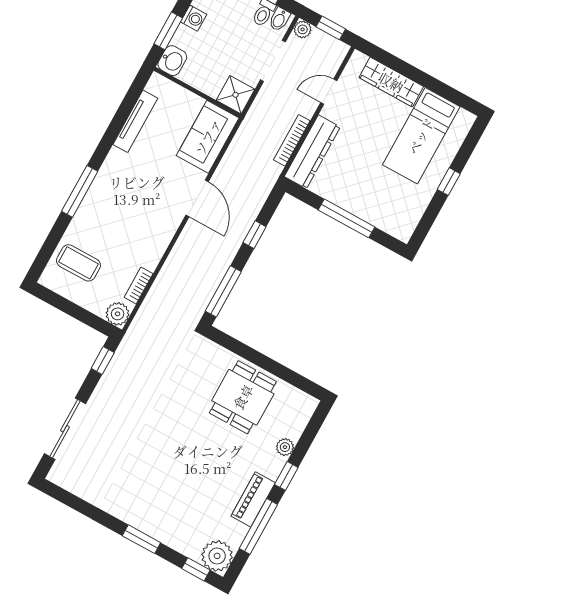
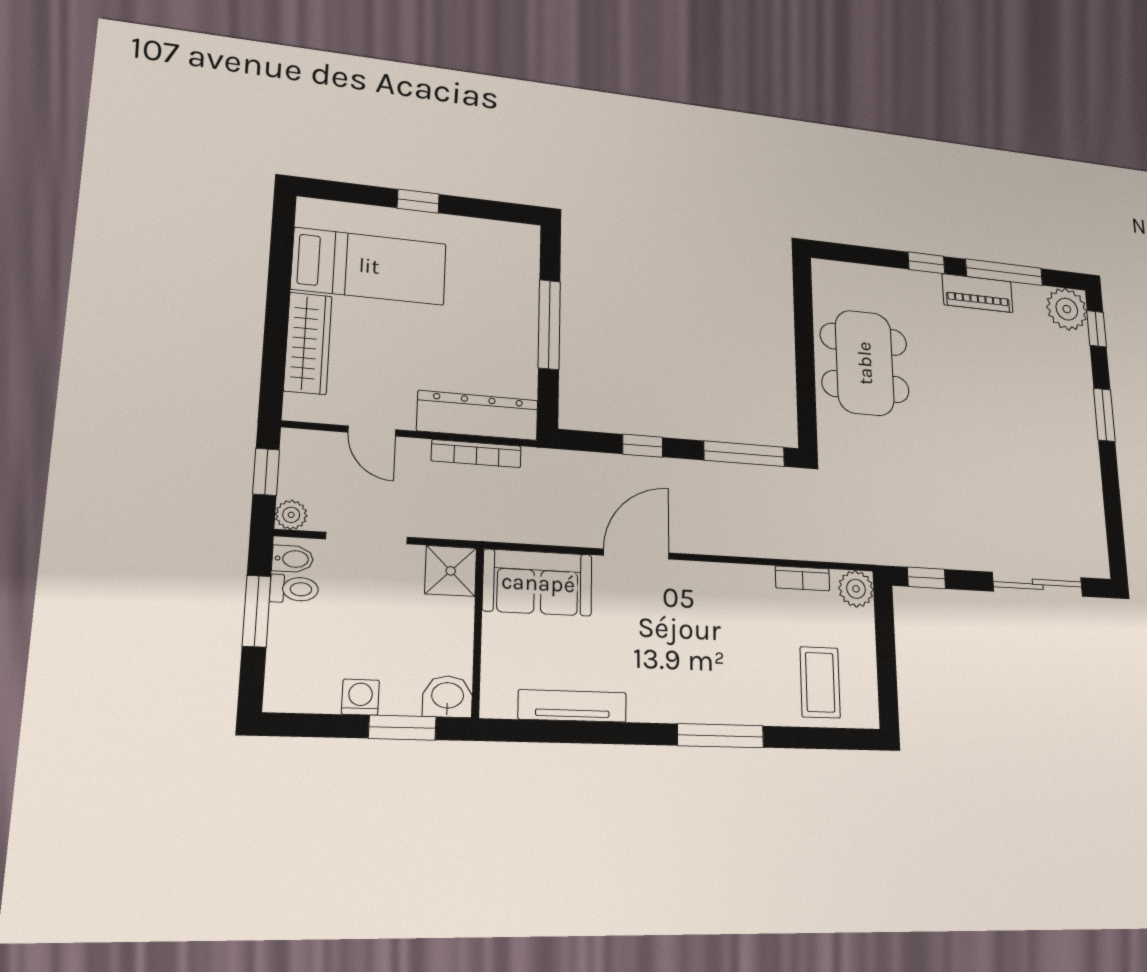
dining table: (243, 397) -> (865, 363), width x1.37
plant: (285, 447) -> (893, 280), removed

